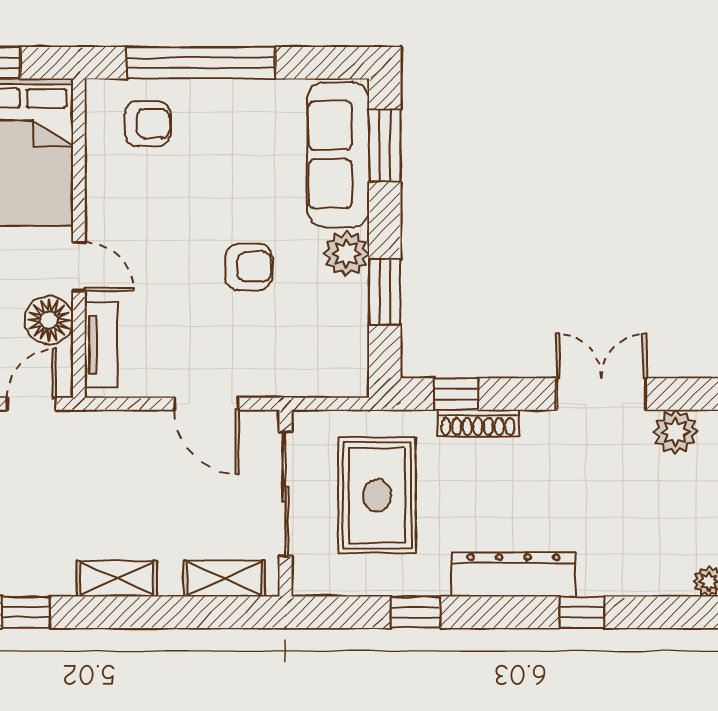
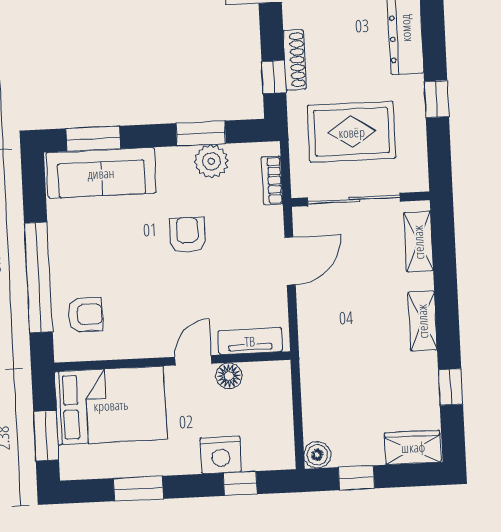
armchair: (148, 124) -> (85, 315), turned 90
plant: (346, 254) -> (211, 161), moved
floor lamp: (49, 320) -> (229, 376), width x0.73, depth x0.73
bookcase: (317, 385) -> (272, 180), added
door: (31, 404) -> (296, 390), removed

